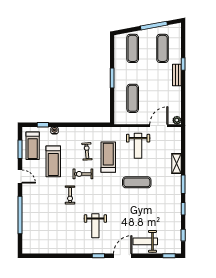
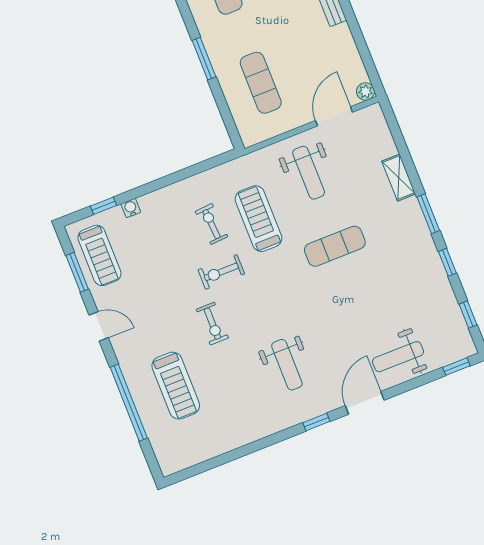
treadmill: (53, 161) -> (176, 386), moved

